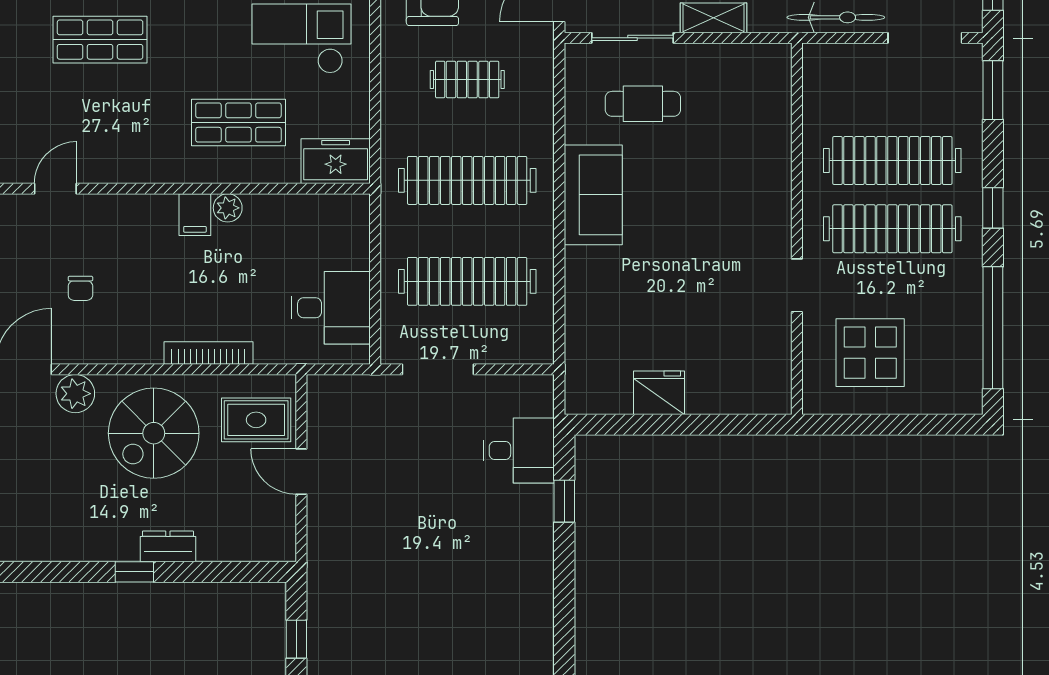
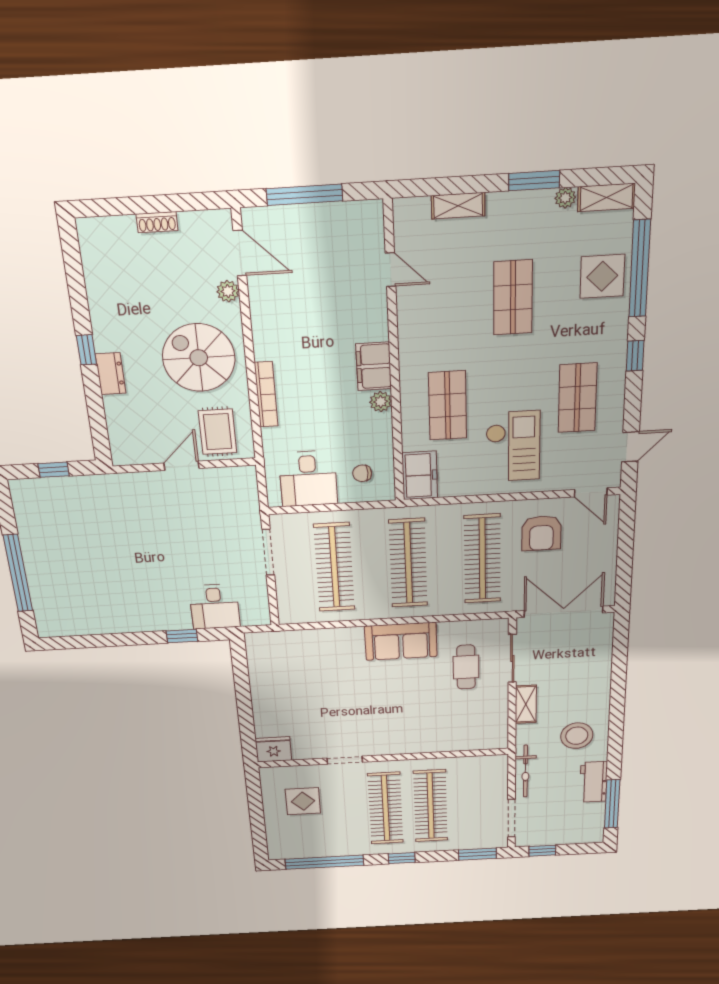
clothes rail: (467, 80) -> (482, 559), width x1.86, depth x1.31
filing cabinet: (195, 215) -> (374, 366), width x2.00
chair: (80, 288) -> (362, 473), moved
display table: (870, 353) -> (303, 801), width x0.73, depth x0.73
fridge: (659, 393) -> (273, 749), moved, turned -90
plant: (75, 394) -> (228, 291), width x0.73, depth x0.73

